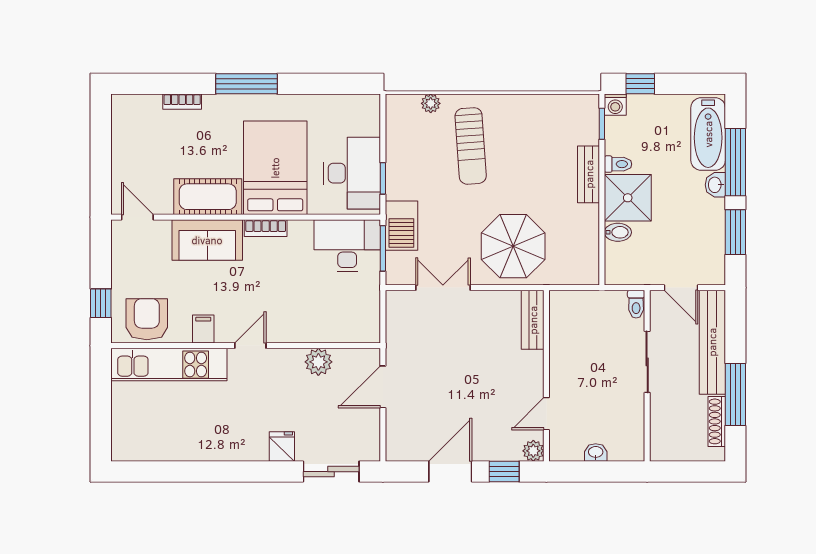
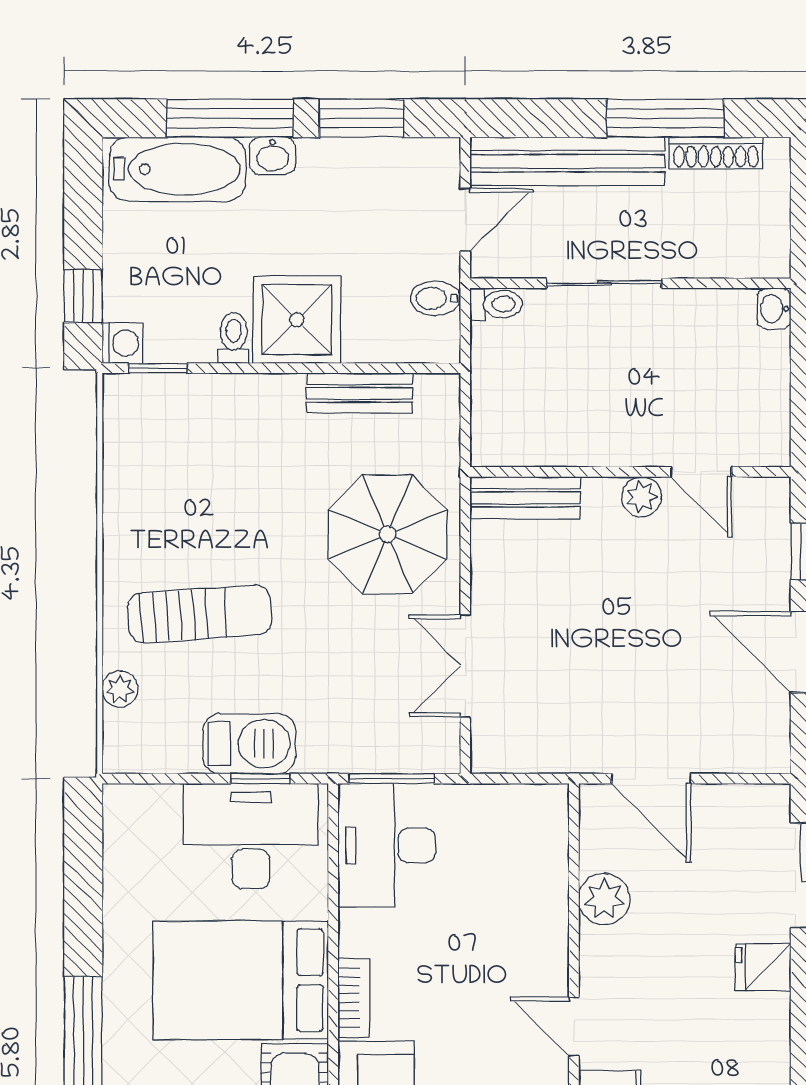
bench: (589, 174) -> (359, 393), moved
barbecue: (401, 226) -> (249, 744), moved
bidet: (618, 232) -> (435, 298), moved, turned -90
plant: (533, 451) -> (642, 497), moved
washbasin: (596, 452) -> (774, 309), moved

